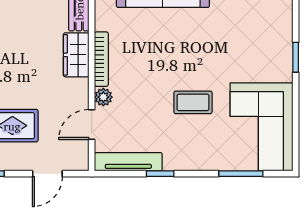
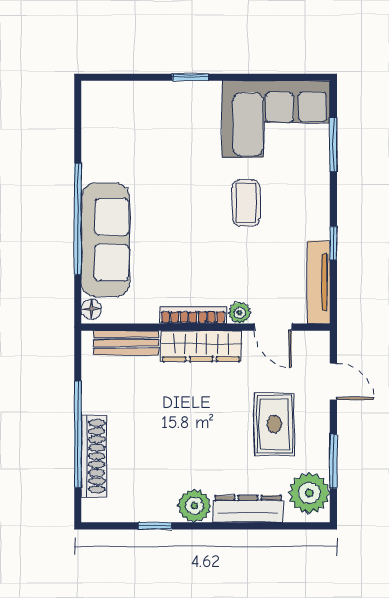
wardrobe: (76, 55) -> (201, 346), width x1.50

